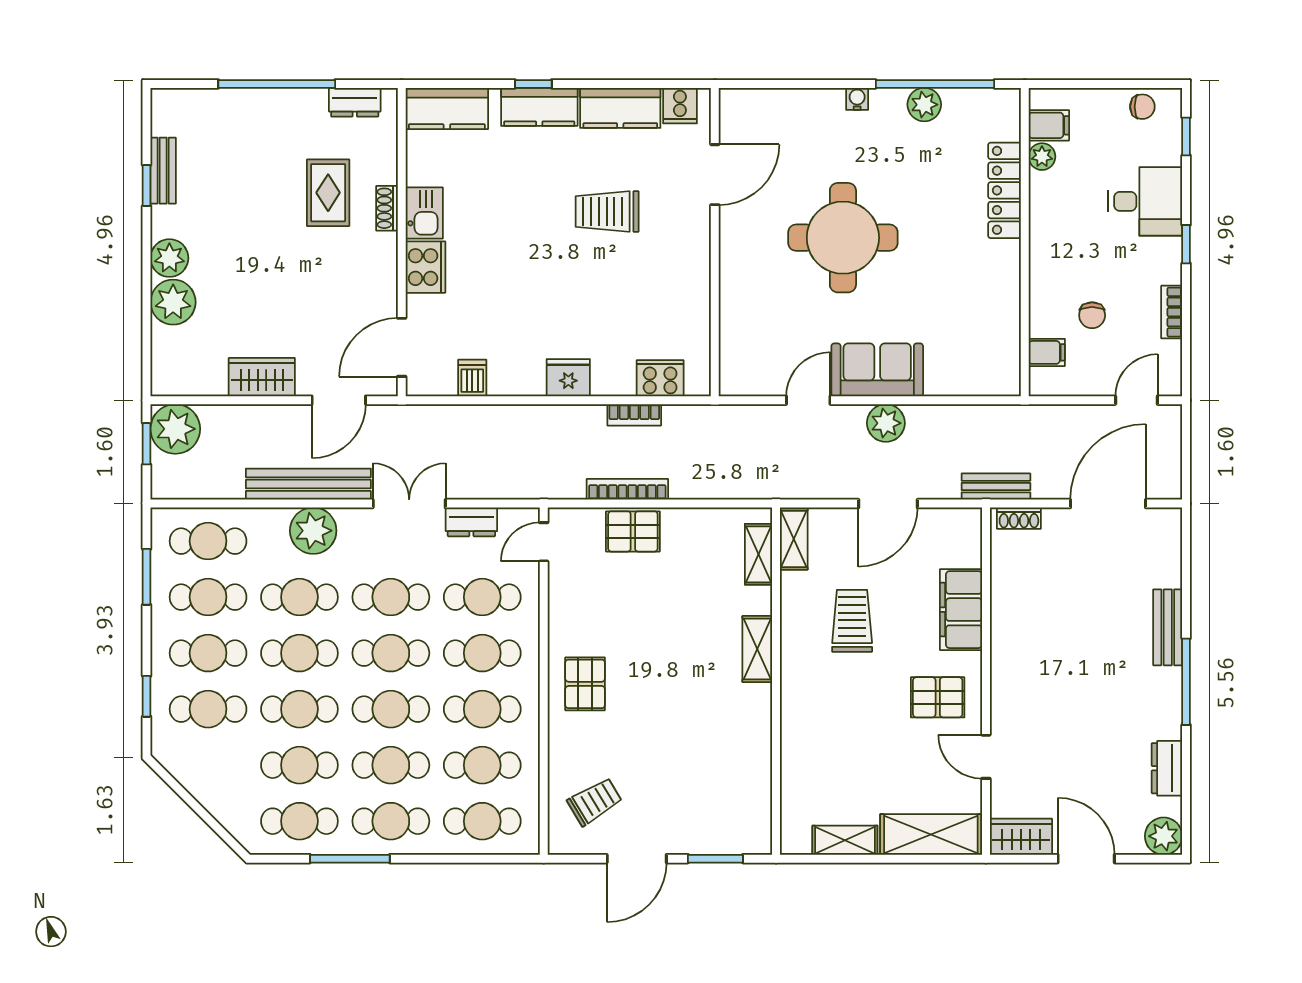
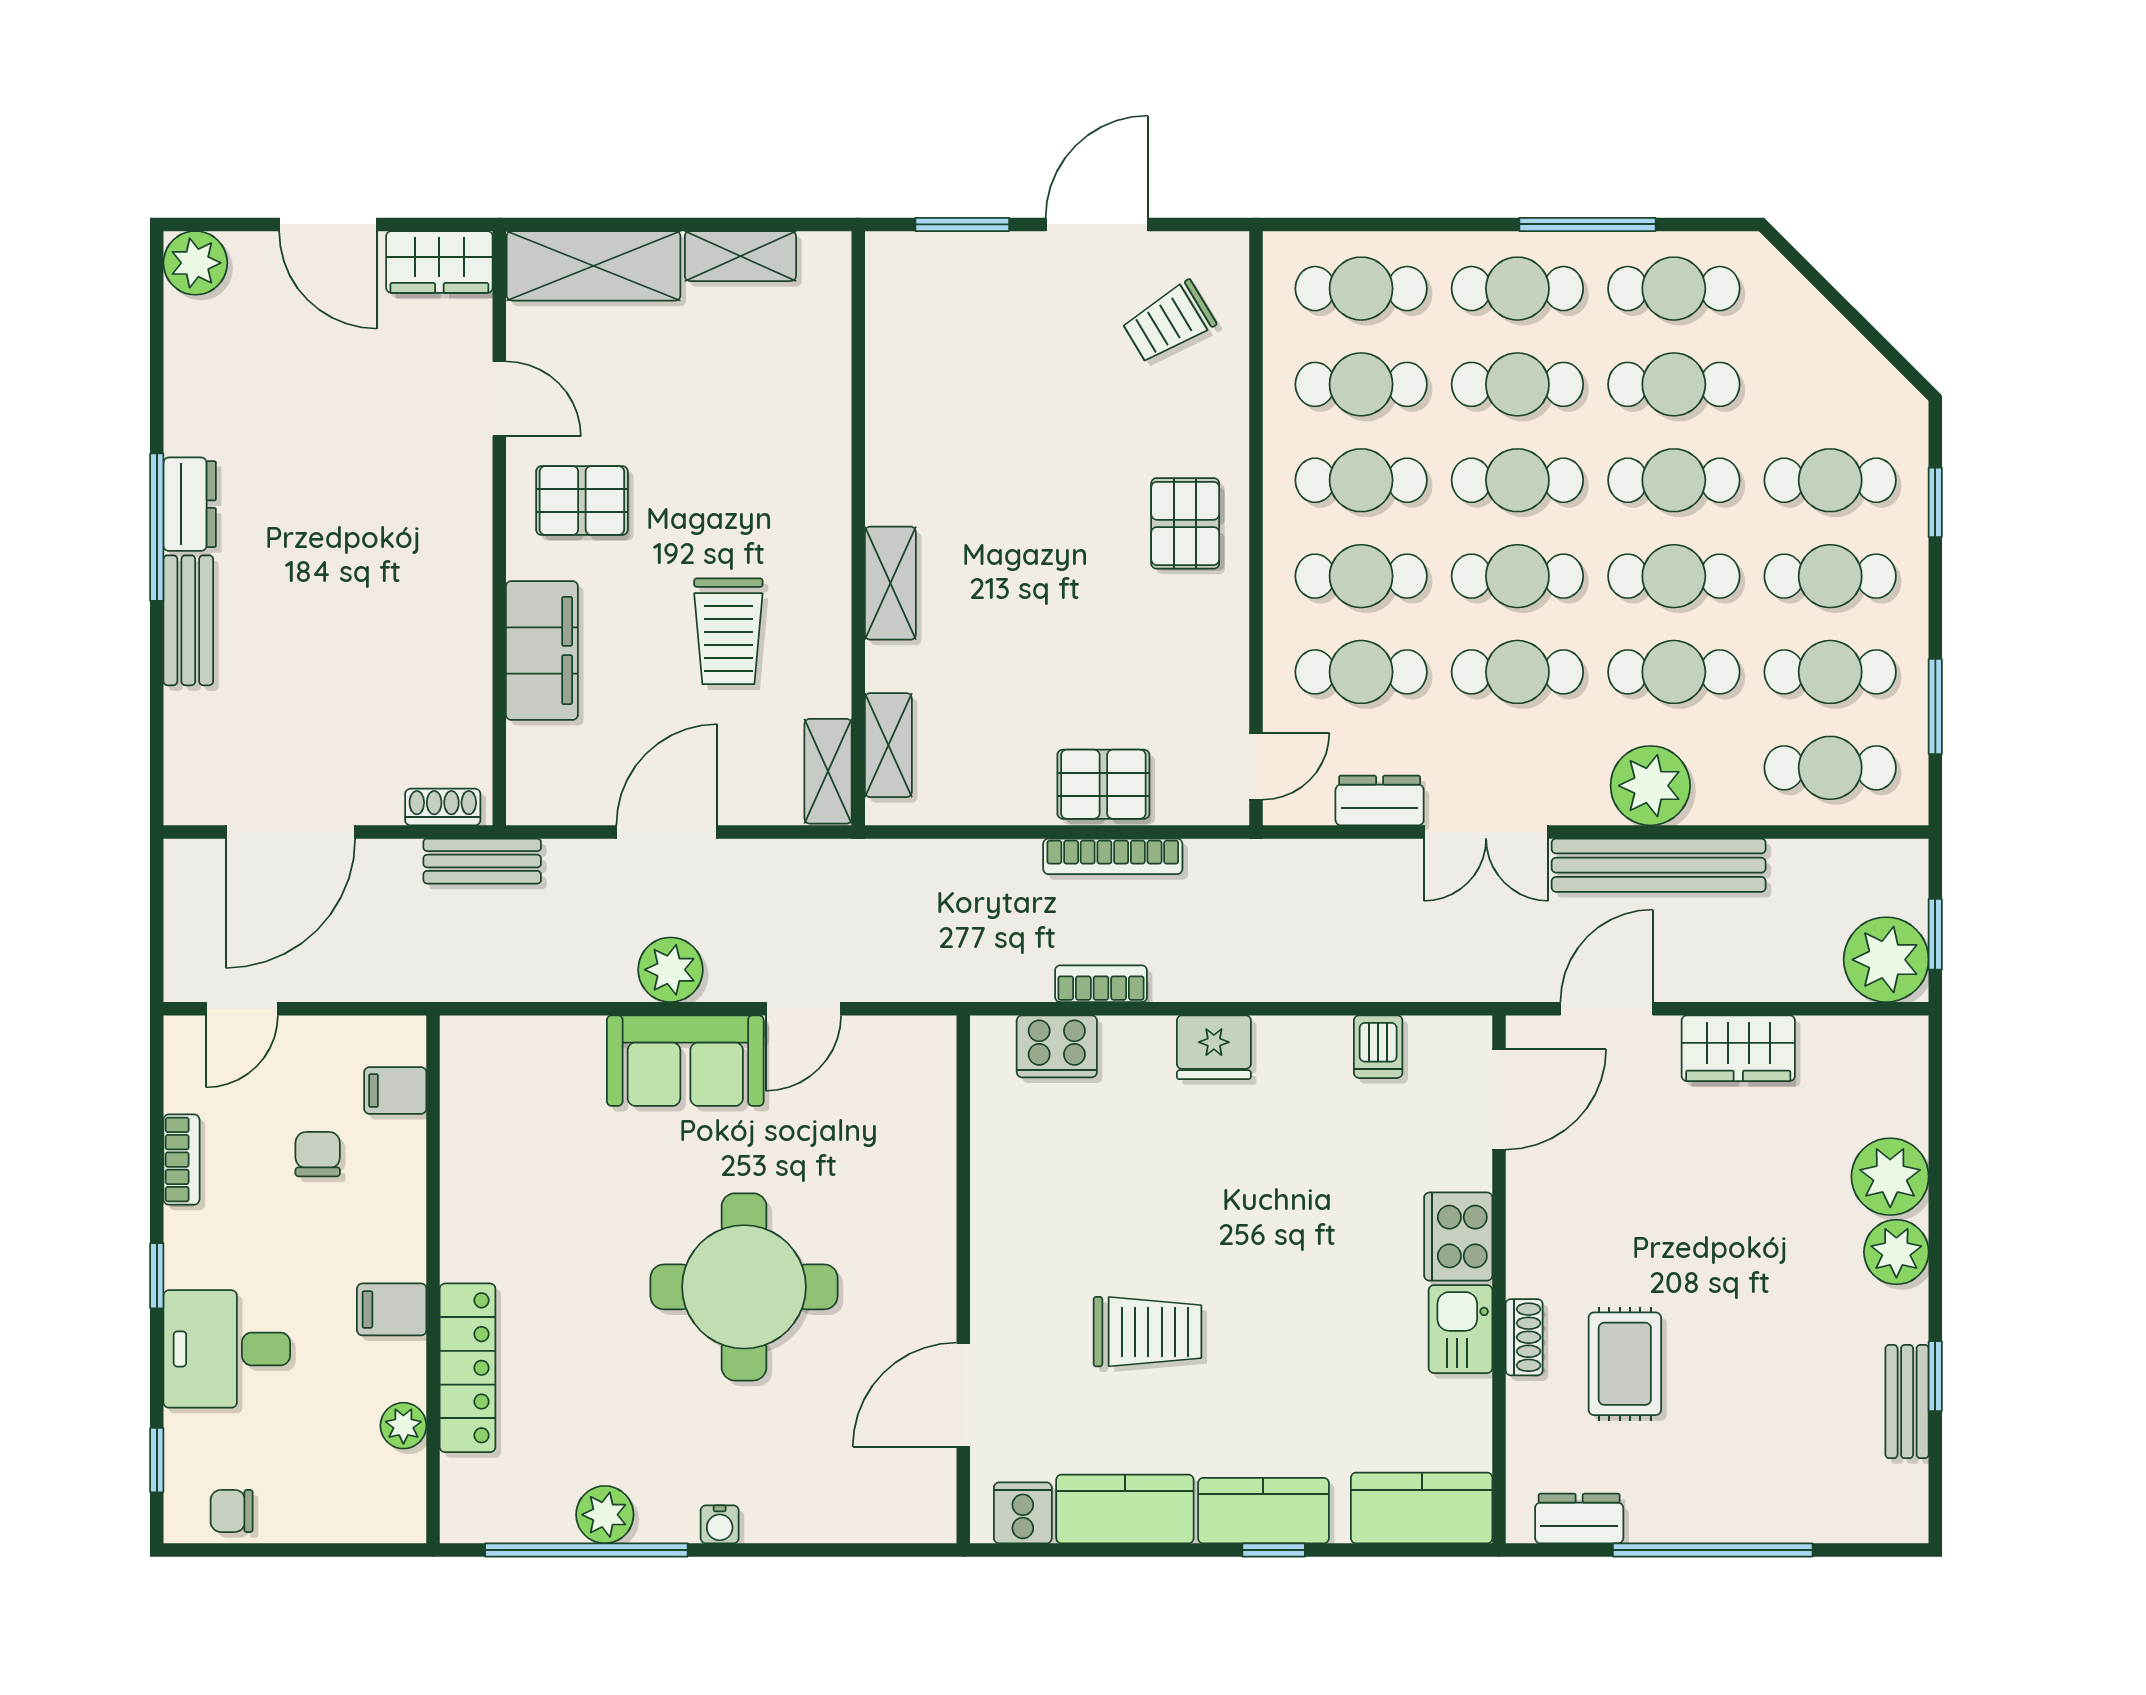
filing cabinet: (1049, 125) -> (392, 1309), moved
dresser: (1167, 768) -> (190, 504), moved

